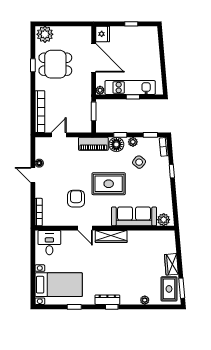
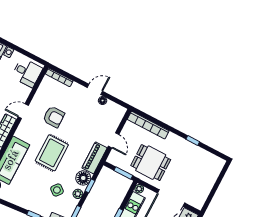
plant: (45, 34) -> (215, 166), removed
dining table: (55, 64) -> (151, 163), moved, turned 90
door: (59, 135) -> (114, 140), moved

